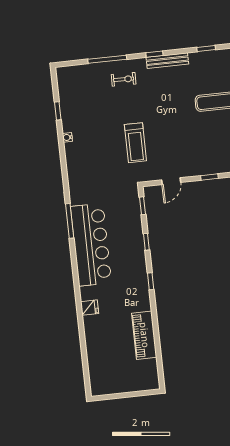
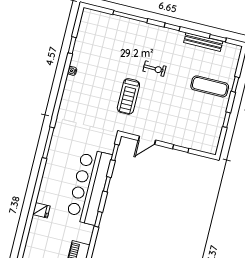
bench: (167, 61) -> (203, 42), moved
exercise bike: (124, 79) -> (154, 69), moved
bar counter: (91, 245) -> (89, 187), moved, turned 180
fridge: (90, 308) -> (41, 210), moved

